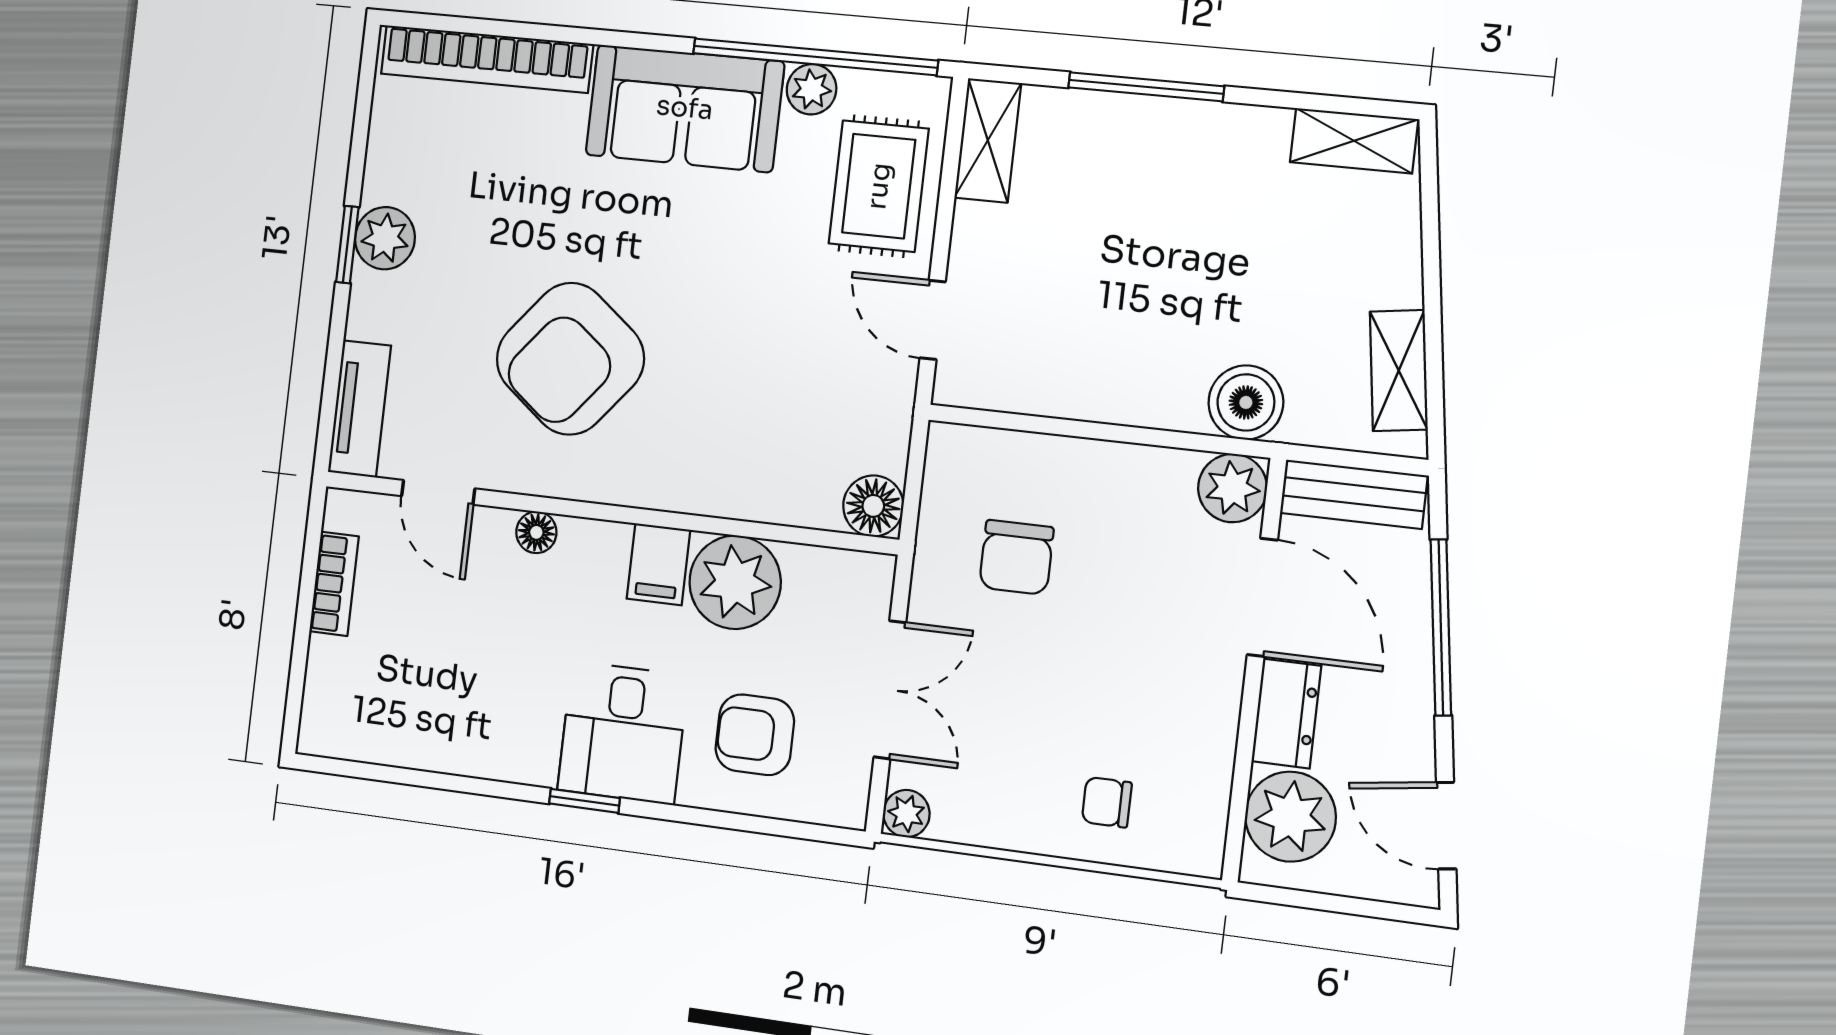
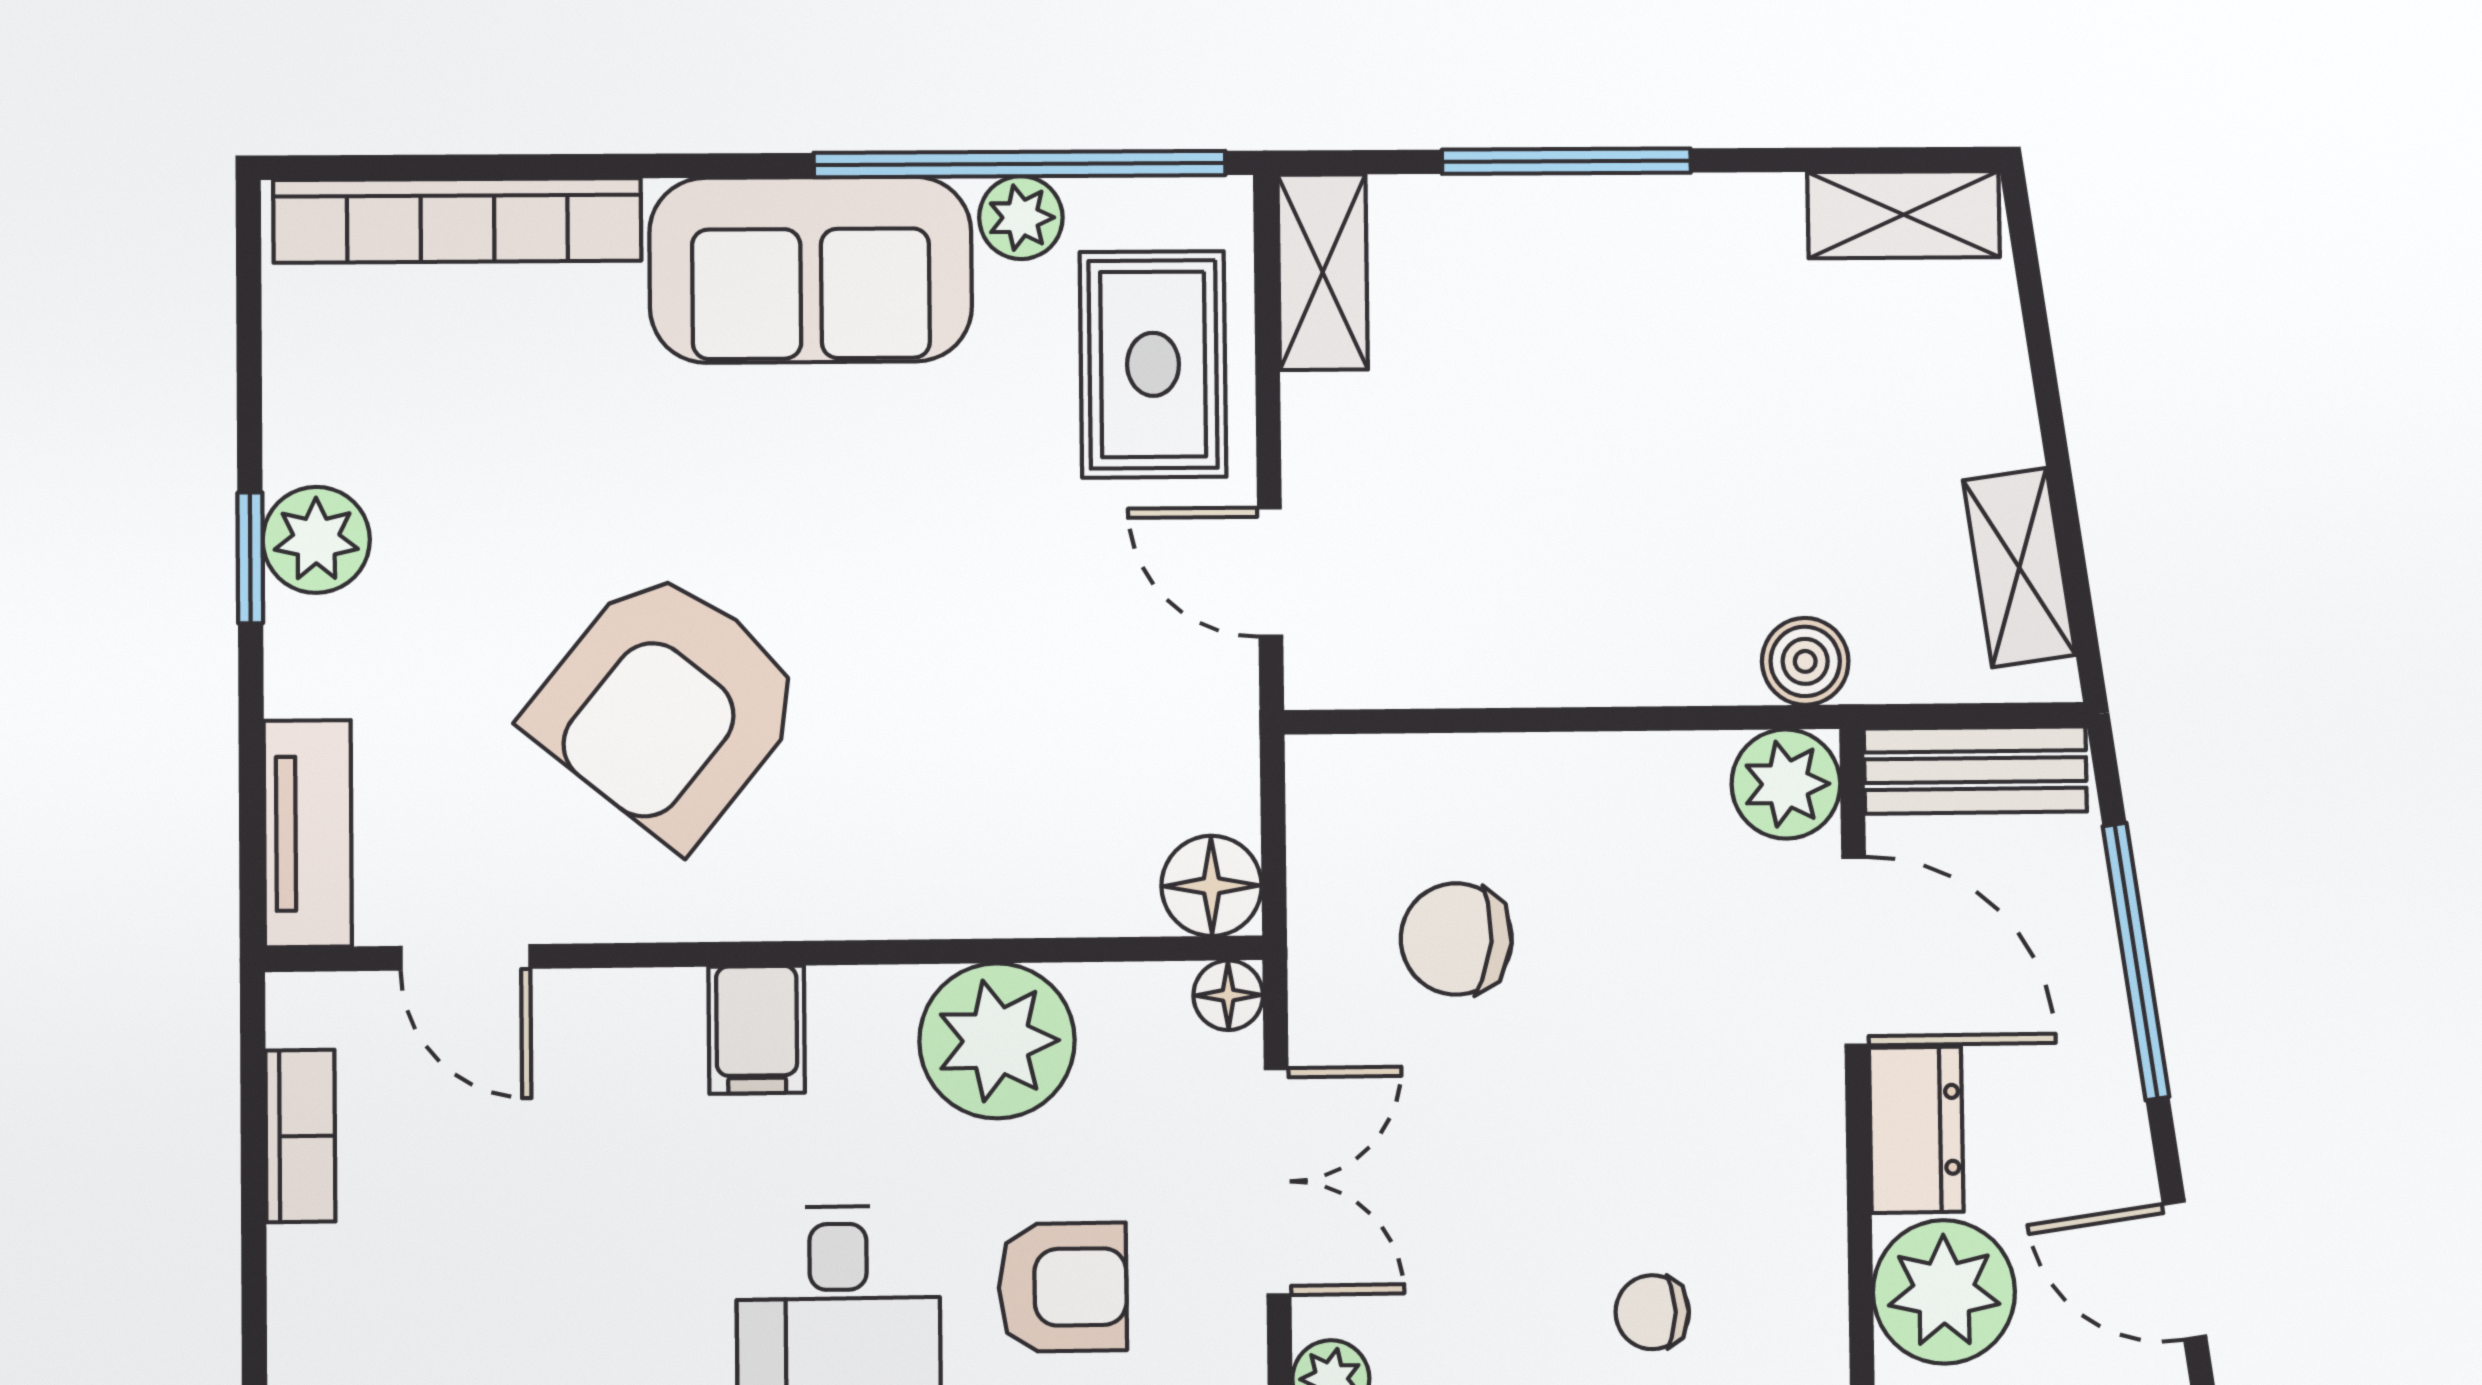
boiler: (1246, 402) -> (1805, 661), width x0.73, depth x0.73
floor lamp: (536, 532) -> (1228, 995), moved
chair: (1016, 557) -> (1456, 939), turned 95
filing cabinet: (658, 564) -> (757, 1030), moved
armchair: (755, 735) -> (1063, 1287), turned 180

